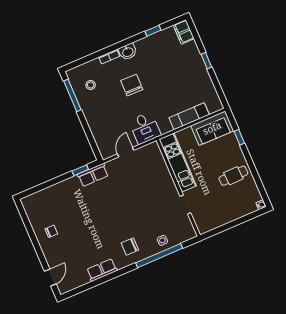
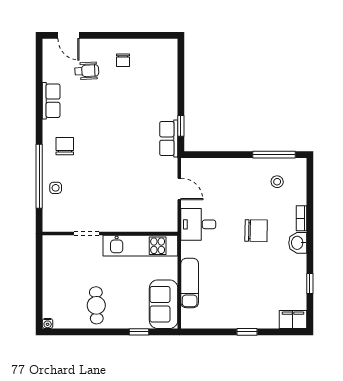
wheelchair: (70, 254) -> (87, 71), added

